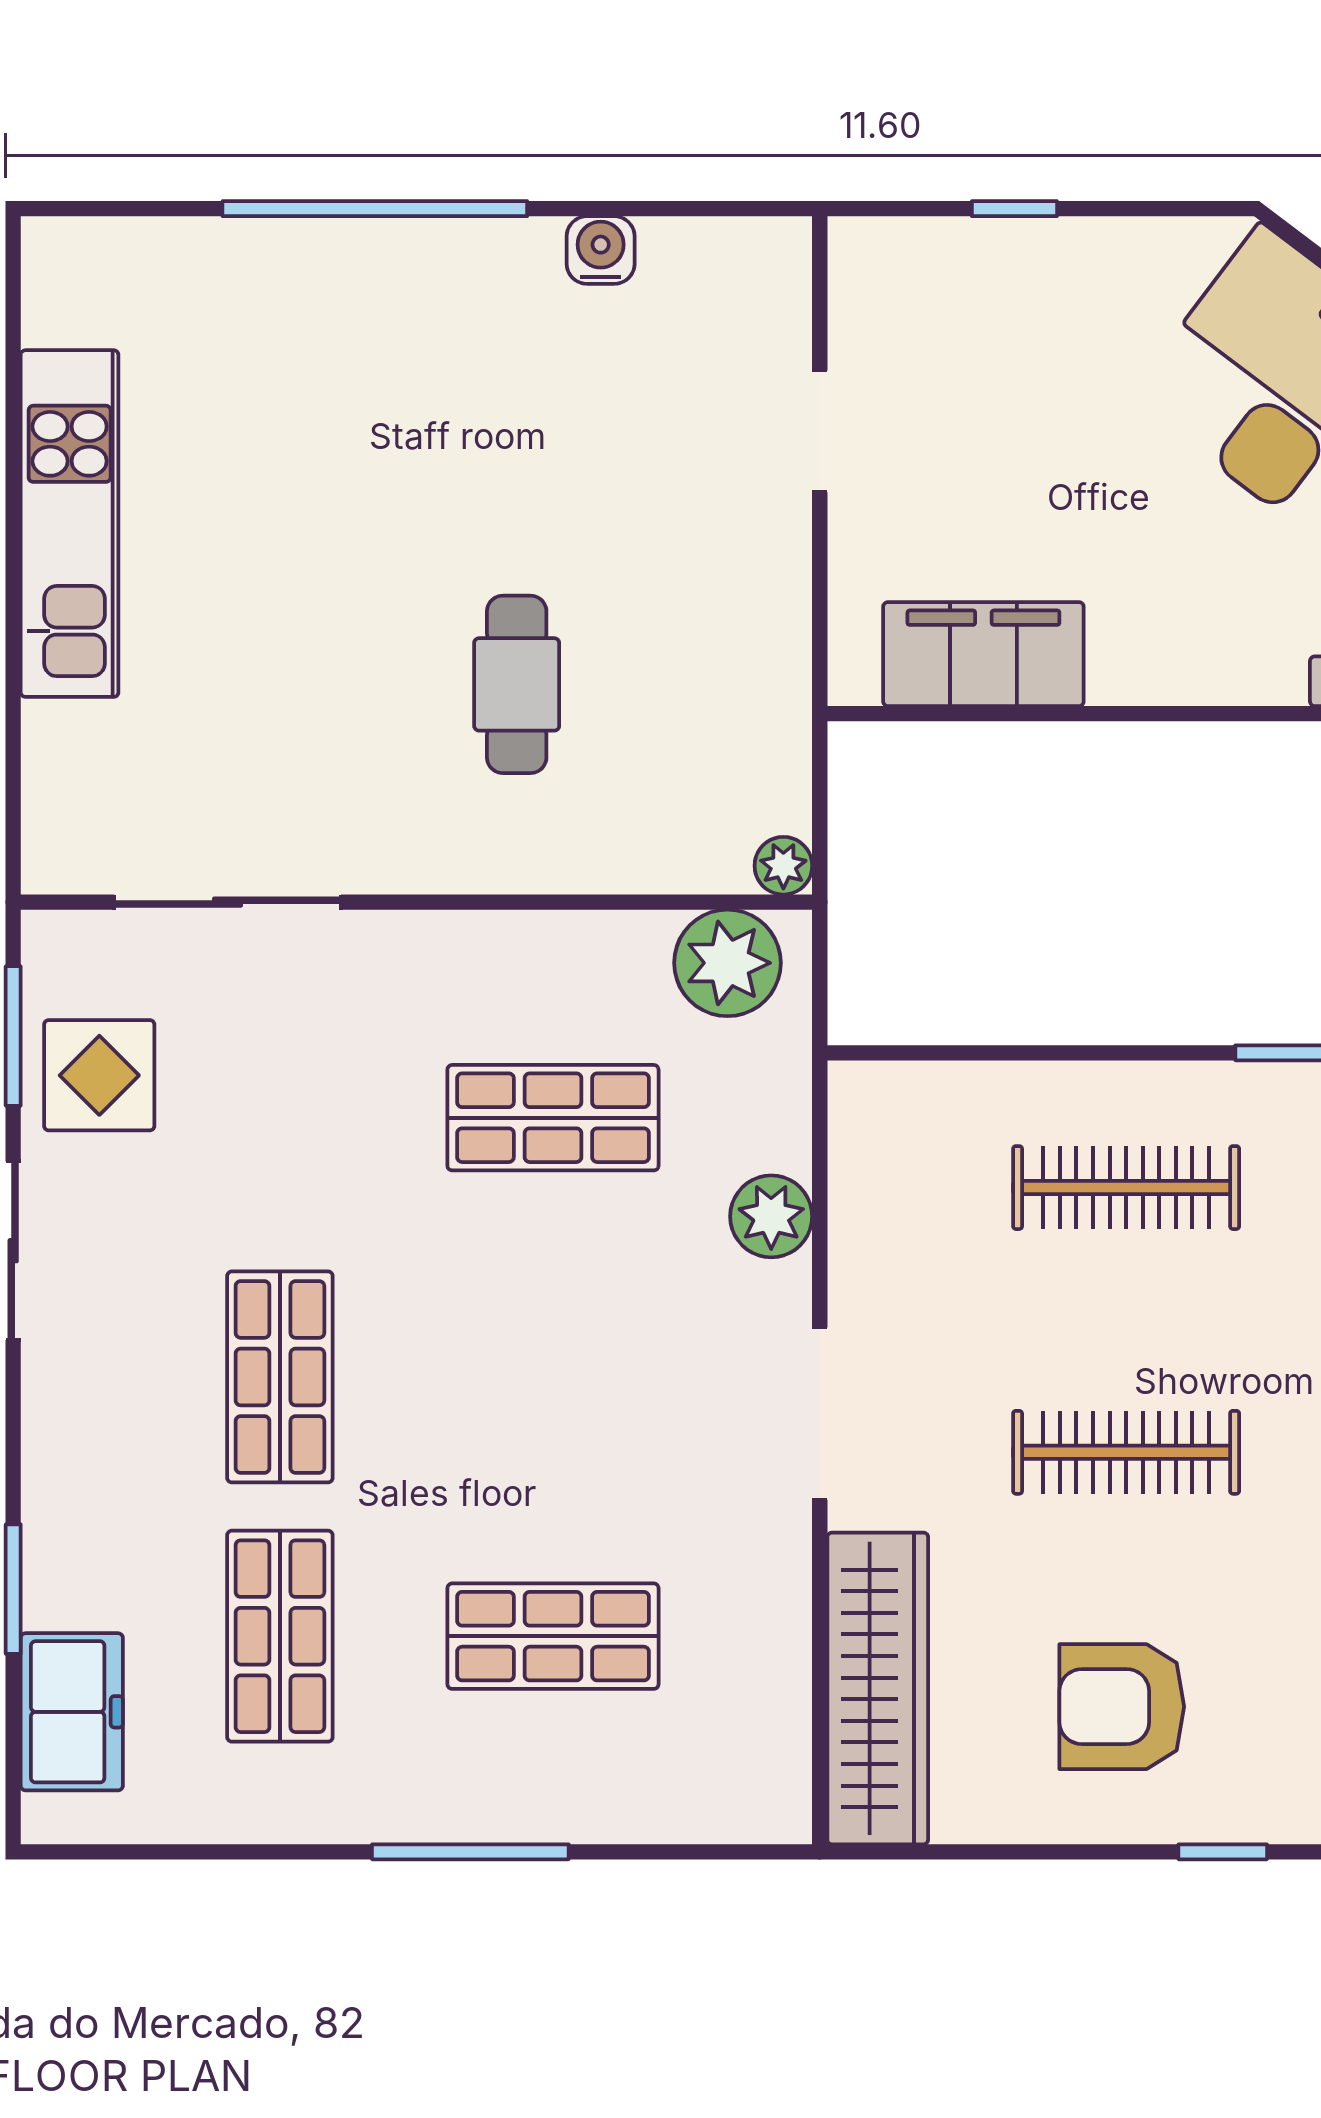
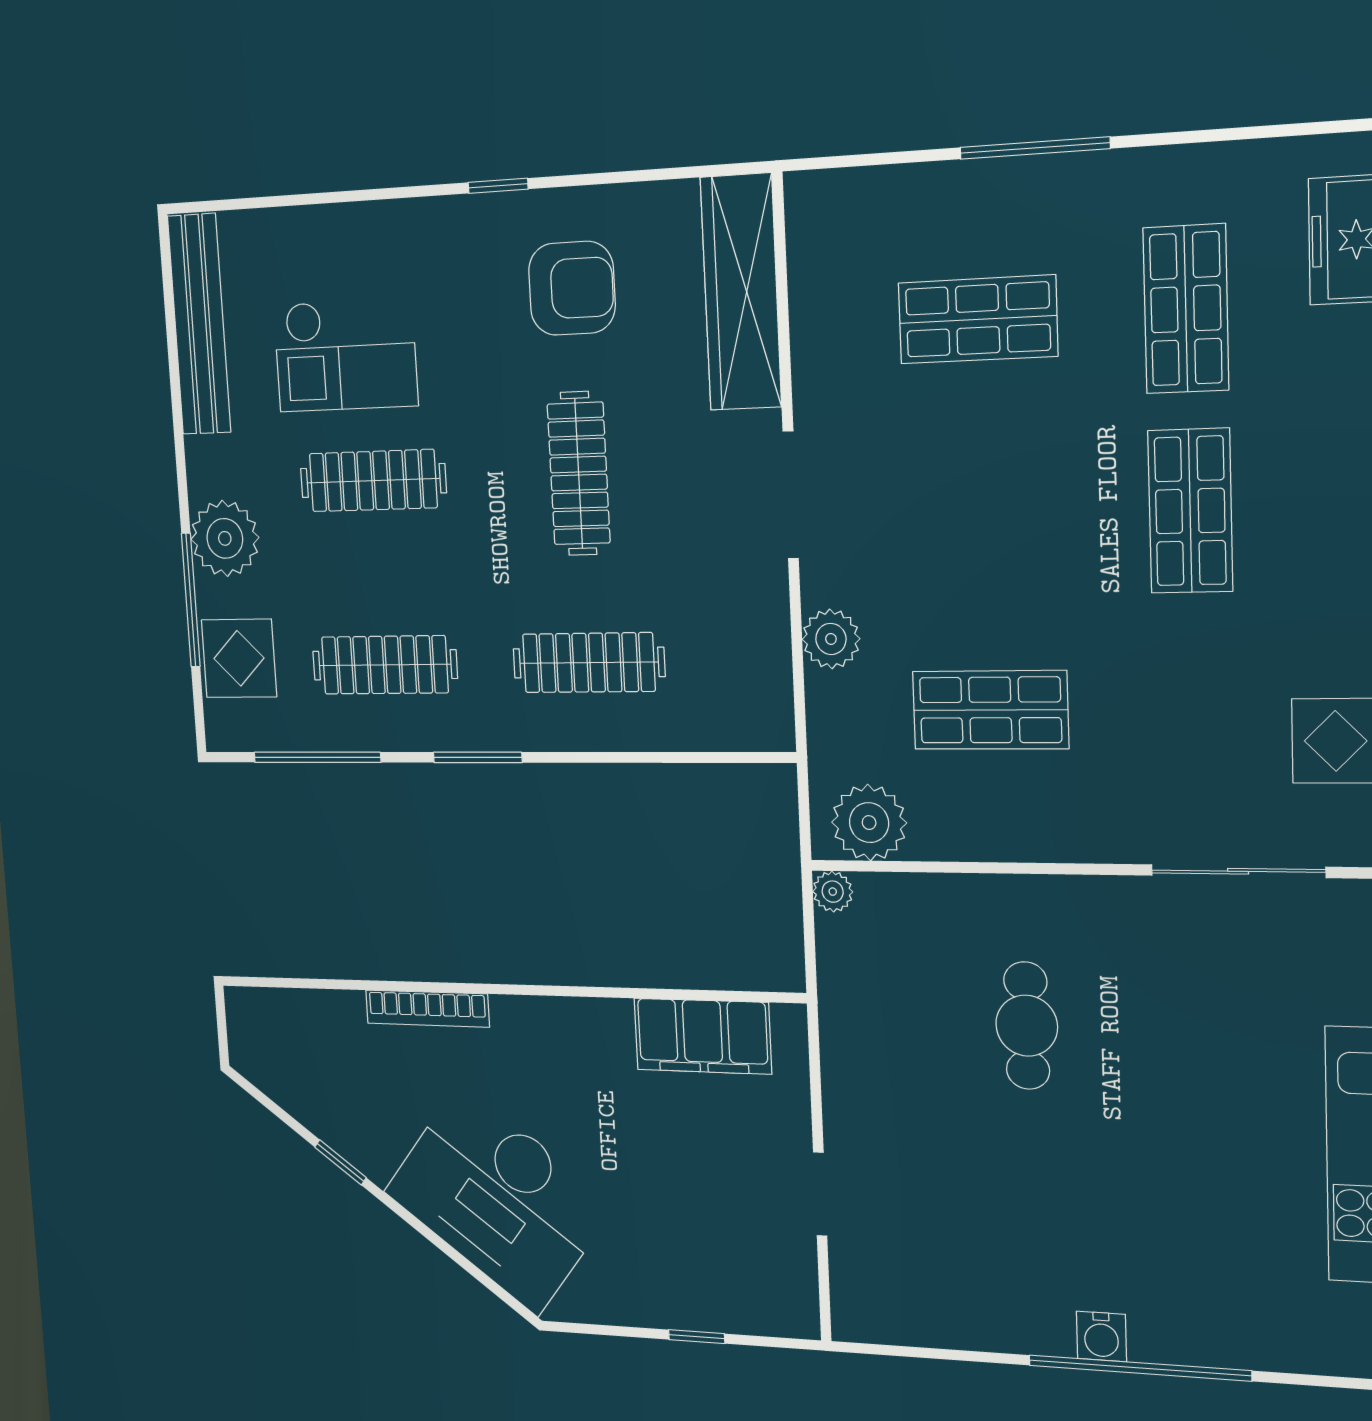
water cooler: (601, 250) -> (1101, 1336), moved
clothes rail: (1126, 1452) -> (579, 474), turned 90

